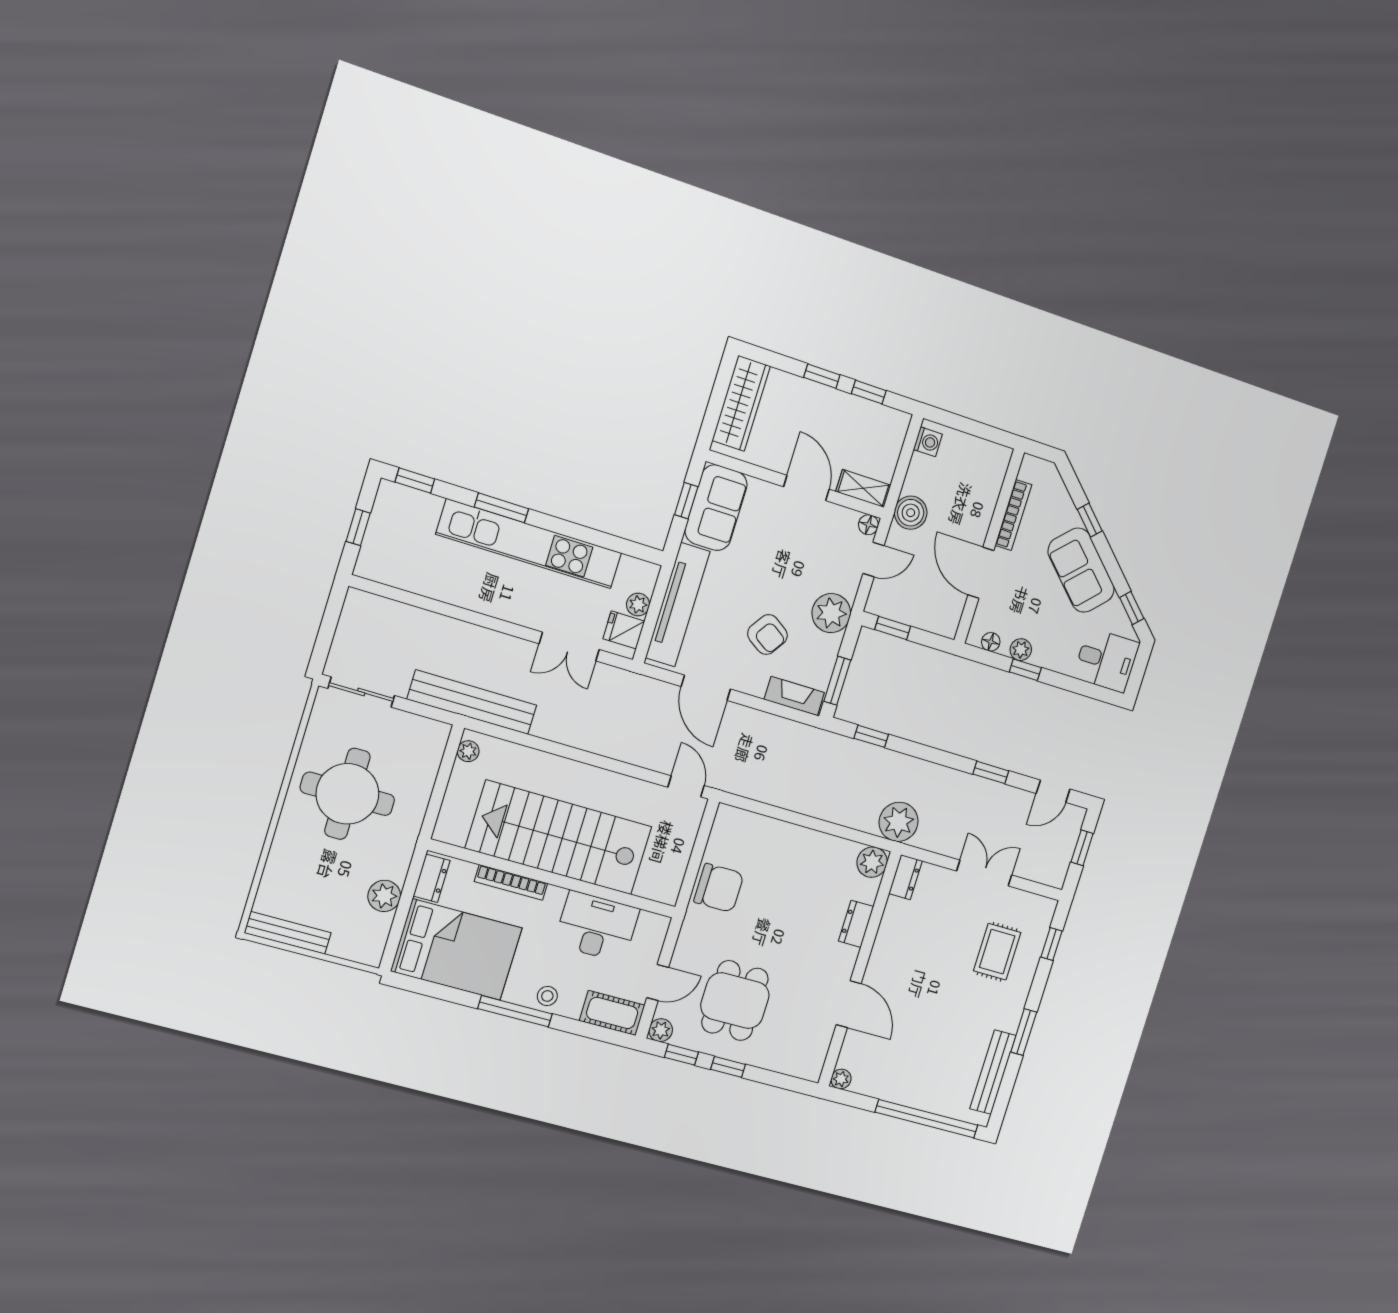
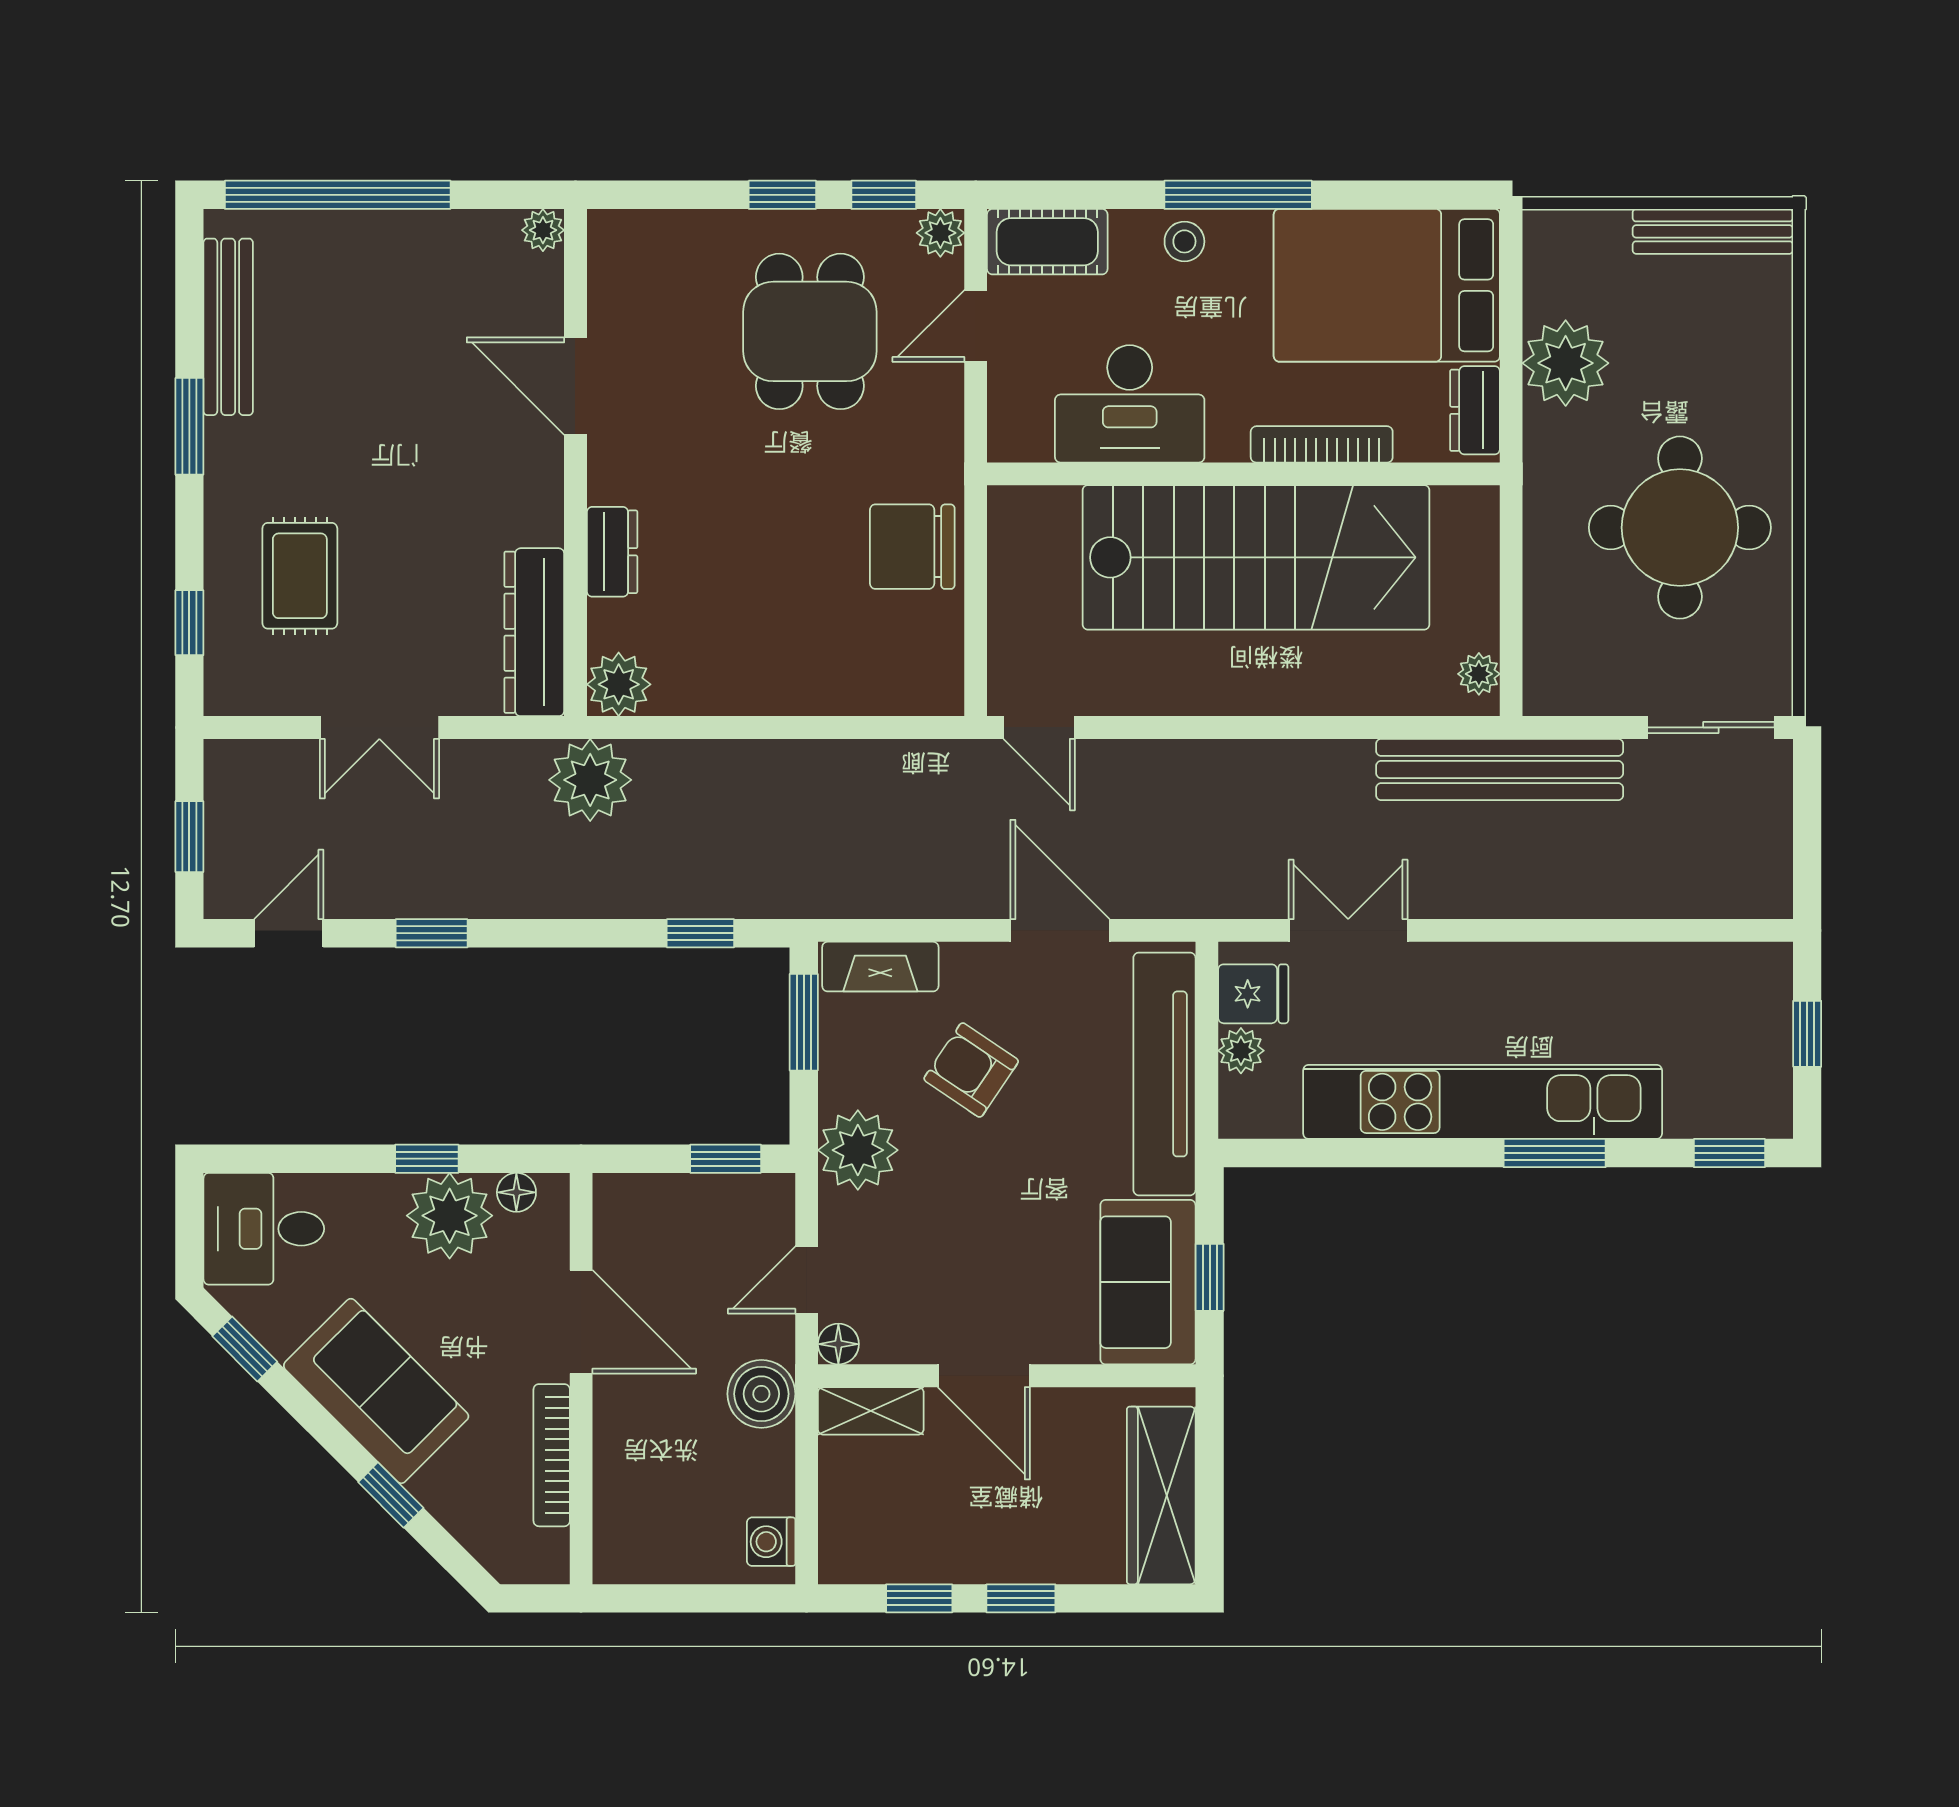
plant: (1021, 650) -> (450, 1216), width x1.88, depth x1.88
dresser: (906, 877) -> (534, 632), width x1.96, depth x1.24
plant: (384, 896) -> (1566, 363), width x1.36, depth x1.36

